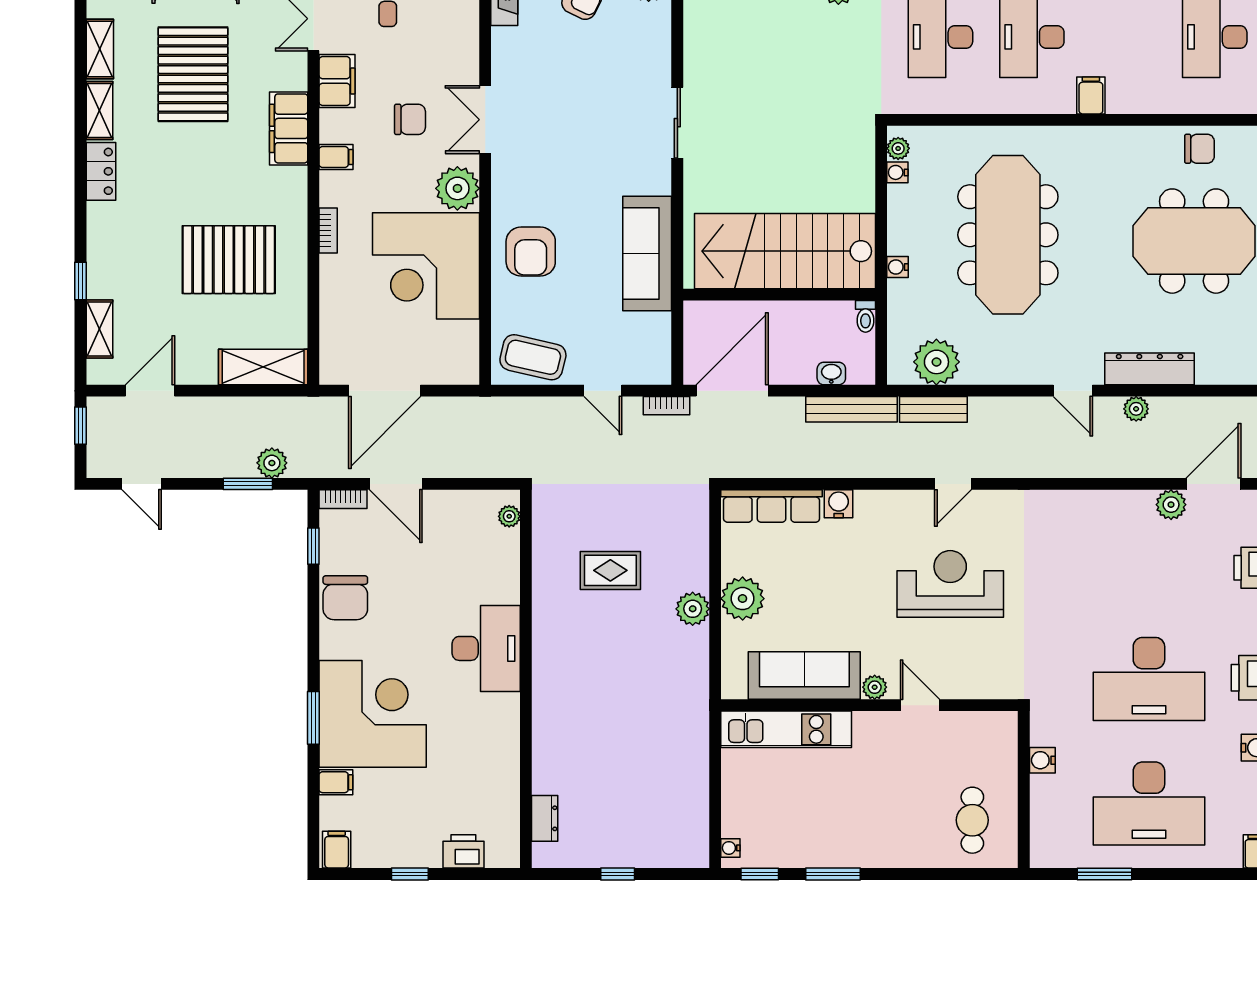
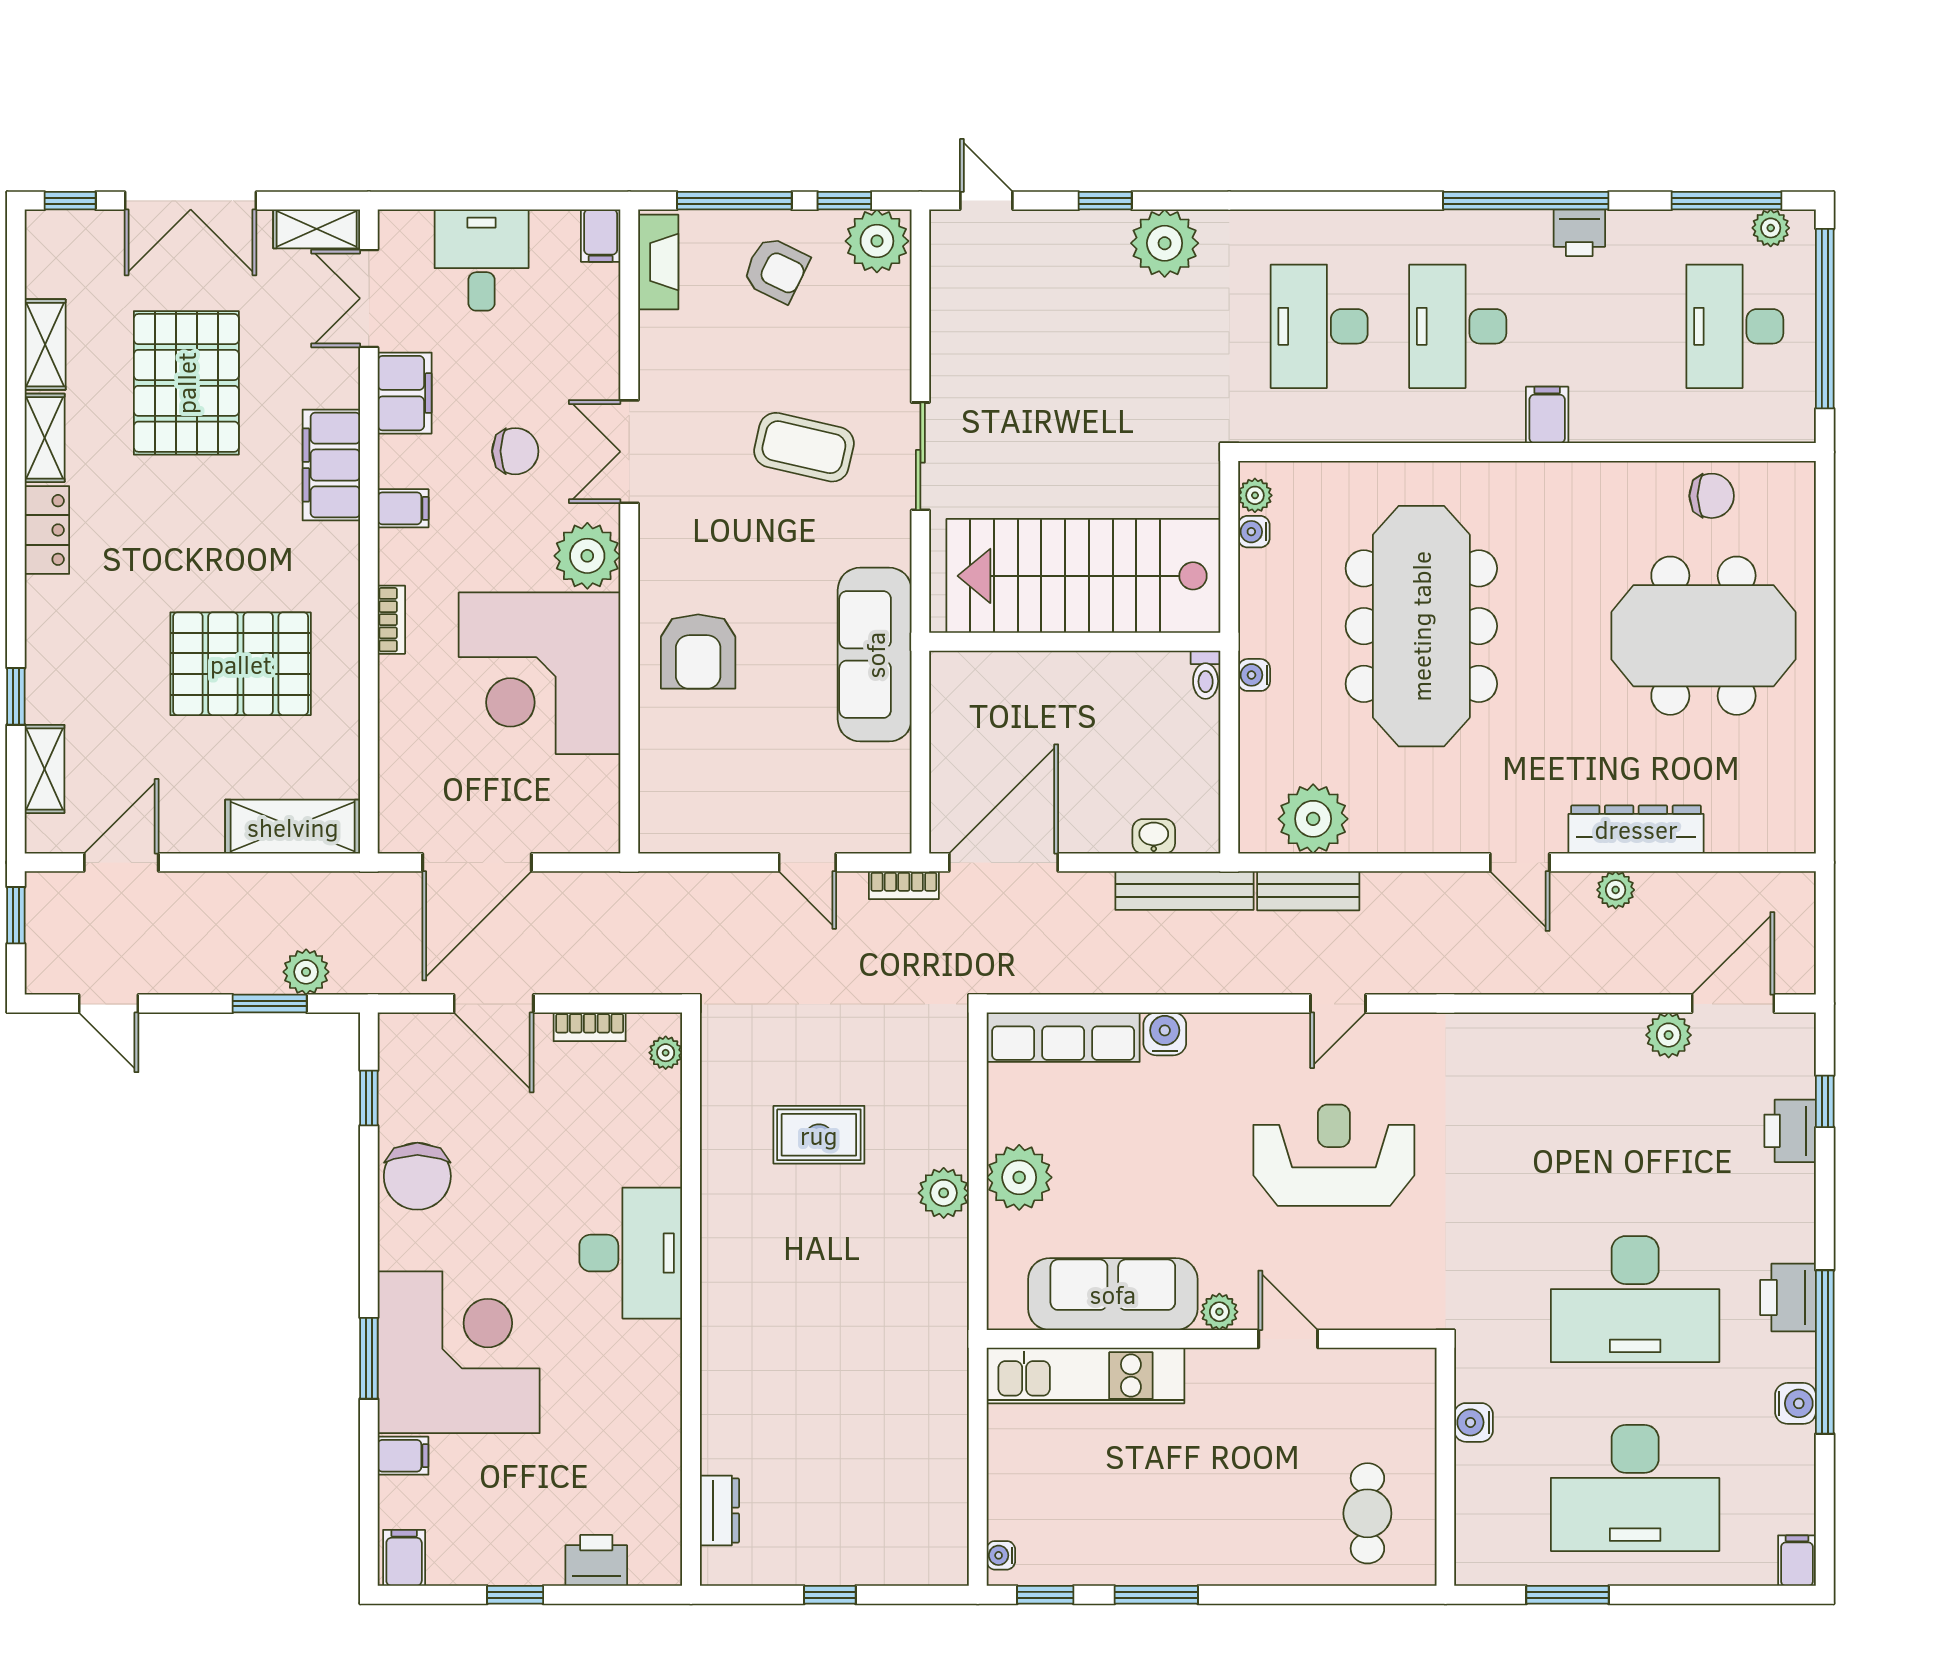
stairs: (785, 251) -> (1083, 576), moved
wall: (779, 295) -> (1075, 642), moved
toilet: (865, 316) -> (1206, 675), moved
coffee table: (533, 357) -> (804, 447), moved
bookcase: (343, 499) -> (590, 1027), moved

